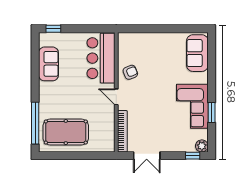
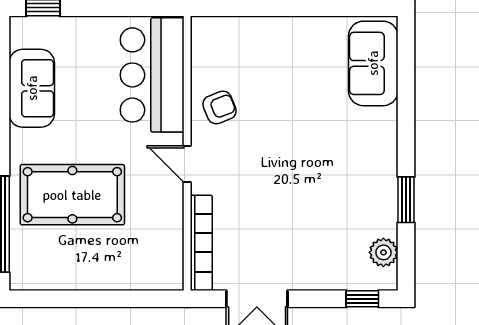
corner sofa: (192, 106) -> (362, 185), removed
pool table: (66, 132) -> (72, 195), moved
plant: (202, 146) -> (383, 252), moved

